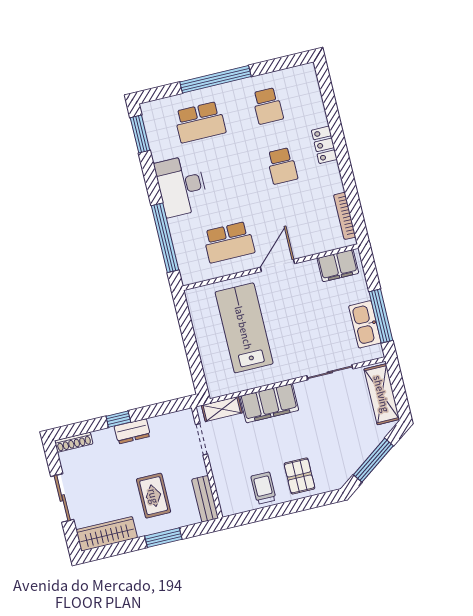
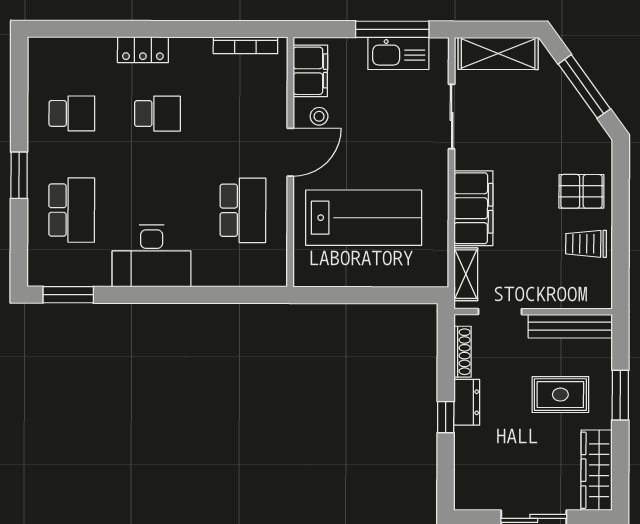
window: (215, 79) -> (19, 175), width x0.47
window: (165, 238) -> (216, 295), removed
door: (277, 265) -> (290, 152), swing flipped
stool: (308, 279) -> (319, 116), added
lab bench: (244, 328) -> (364, 218), turned 180
shoe rack: (74, 442) -> (462, 352), moved
bench: (205, 499) -> (570, 326), width x1.36

